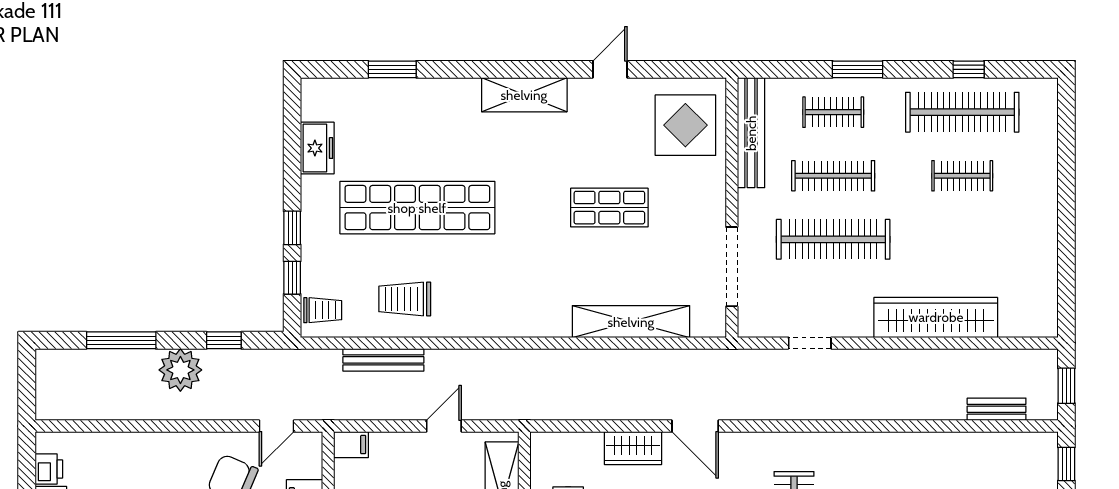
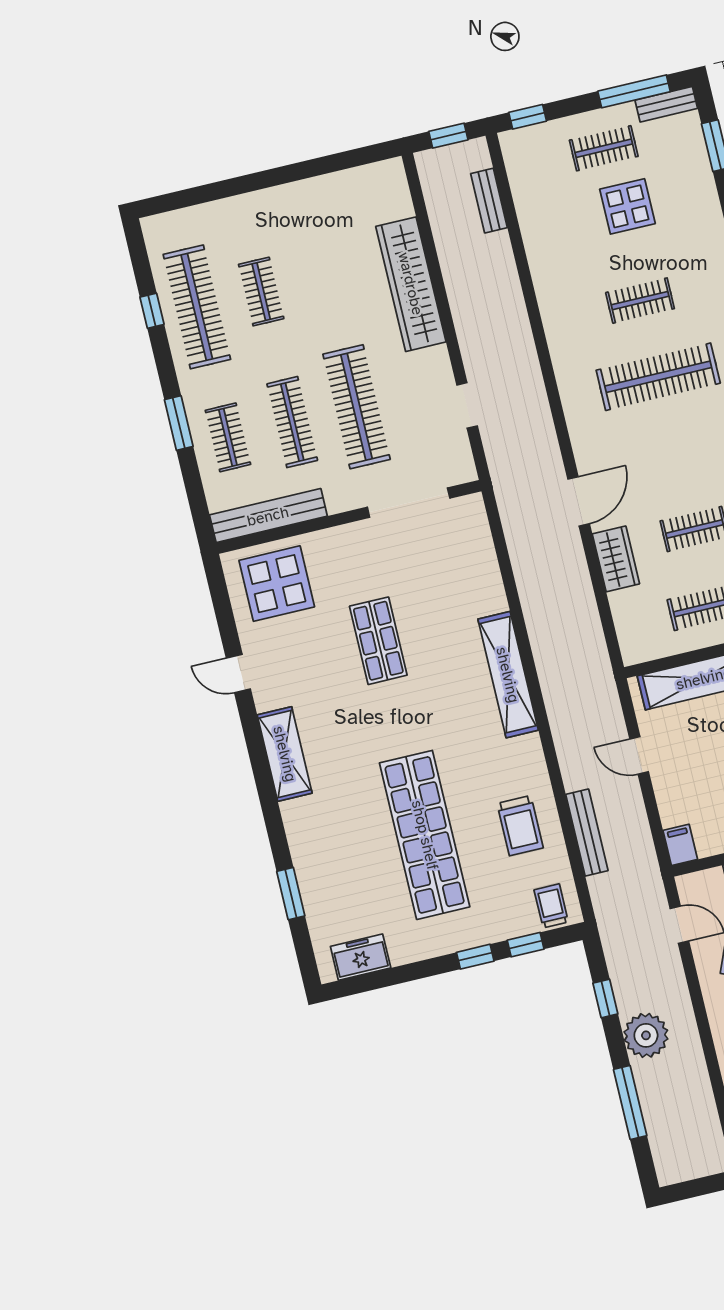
freezer: (317, 148) -> (361, 957), moved
shelving: (631, 322) -> (508, 675), moved

